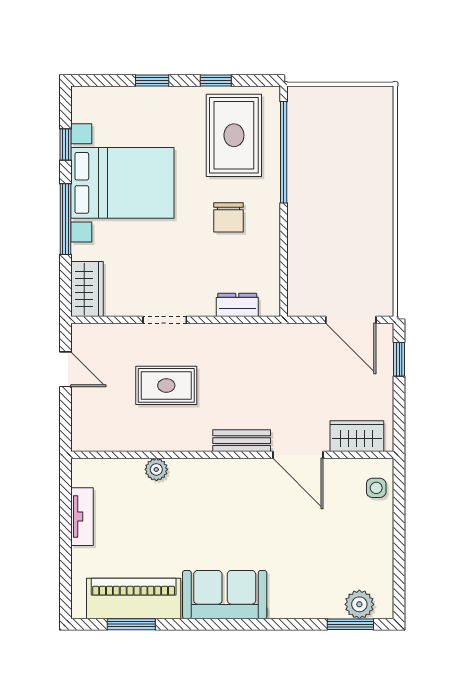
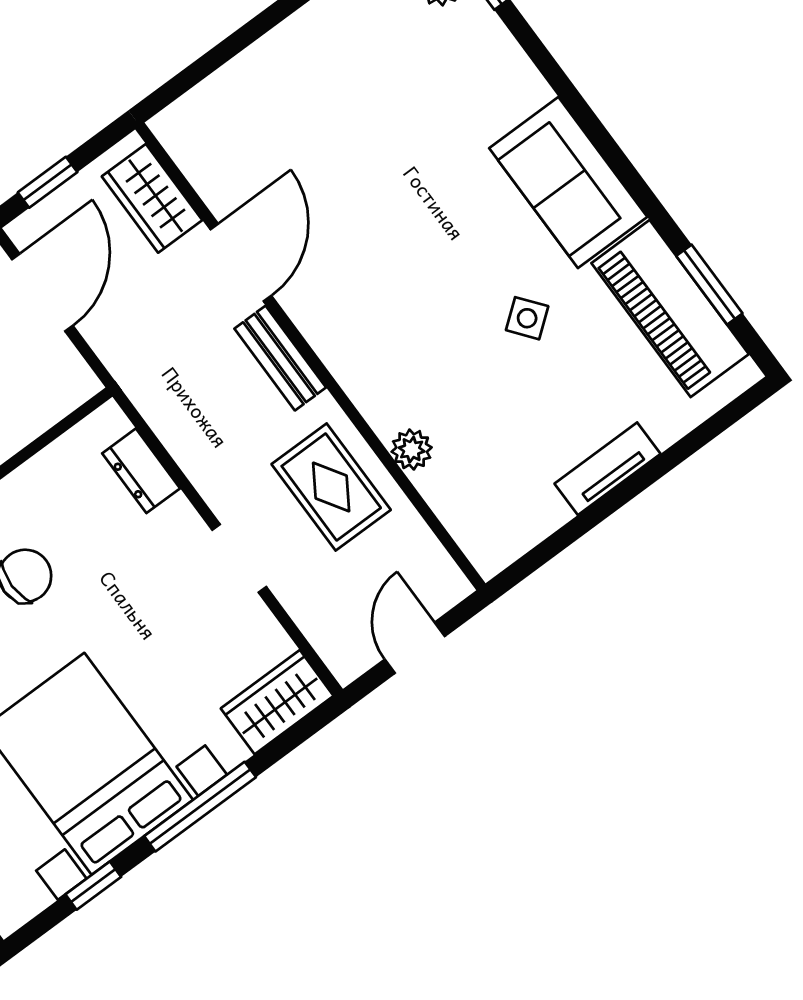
wardrobe: (357, 436) -> (152, 198), moved
bench: (242, 441) -> (280, 358), moved
wall: (232, 455) -> (310, 356), moved
door: (298, 455) -> (241, 262), moved
plant: (156, 469) -> (412, 450), moved
side table: (376, 488) -> (527, 318), moved, turned -38

